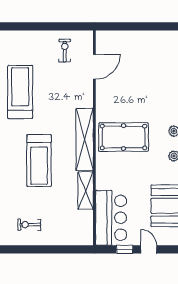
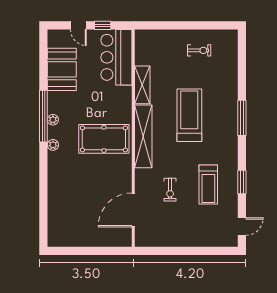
exercise bike: (65, 51) -> (170, 190), moved
door: (94, 67) -> (133, 210), width x1.36
treadmill: (20, 92) -> (208, 184), width x0.73, depth x0.73

